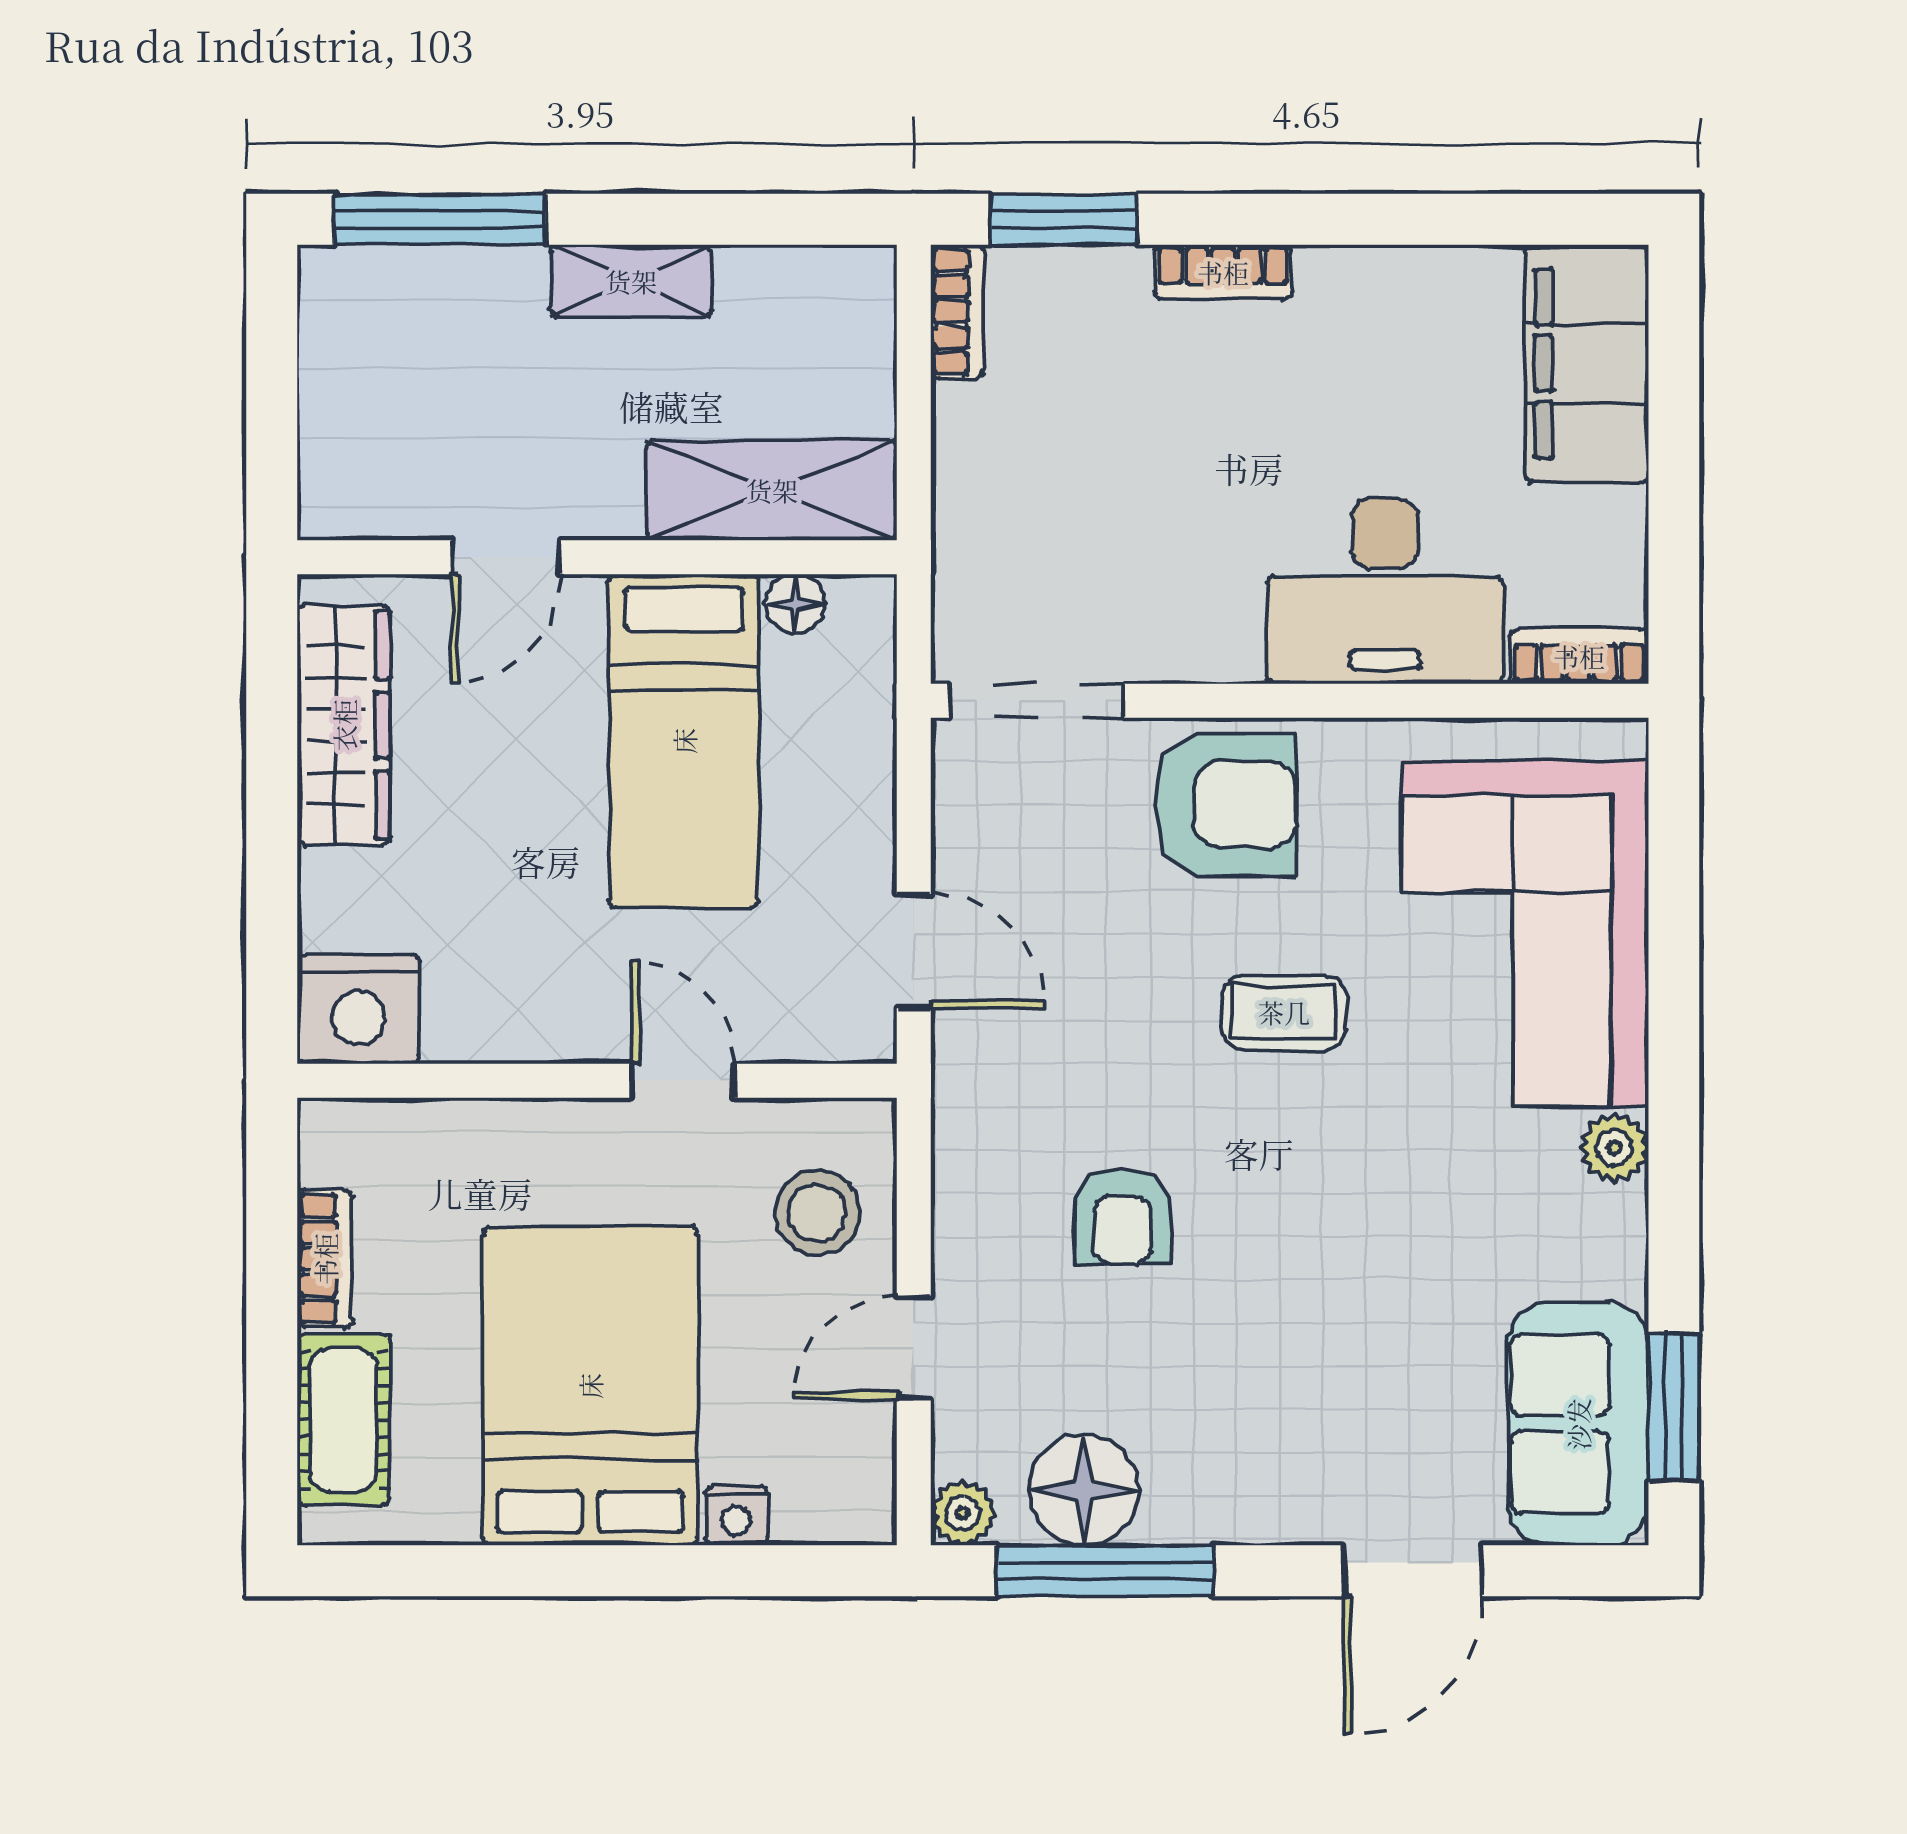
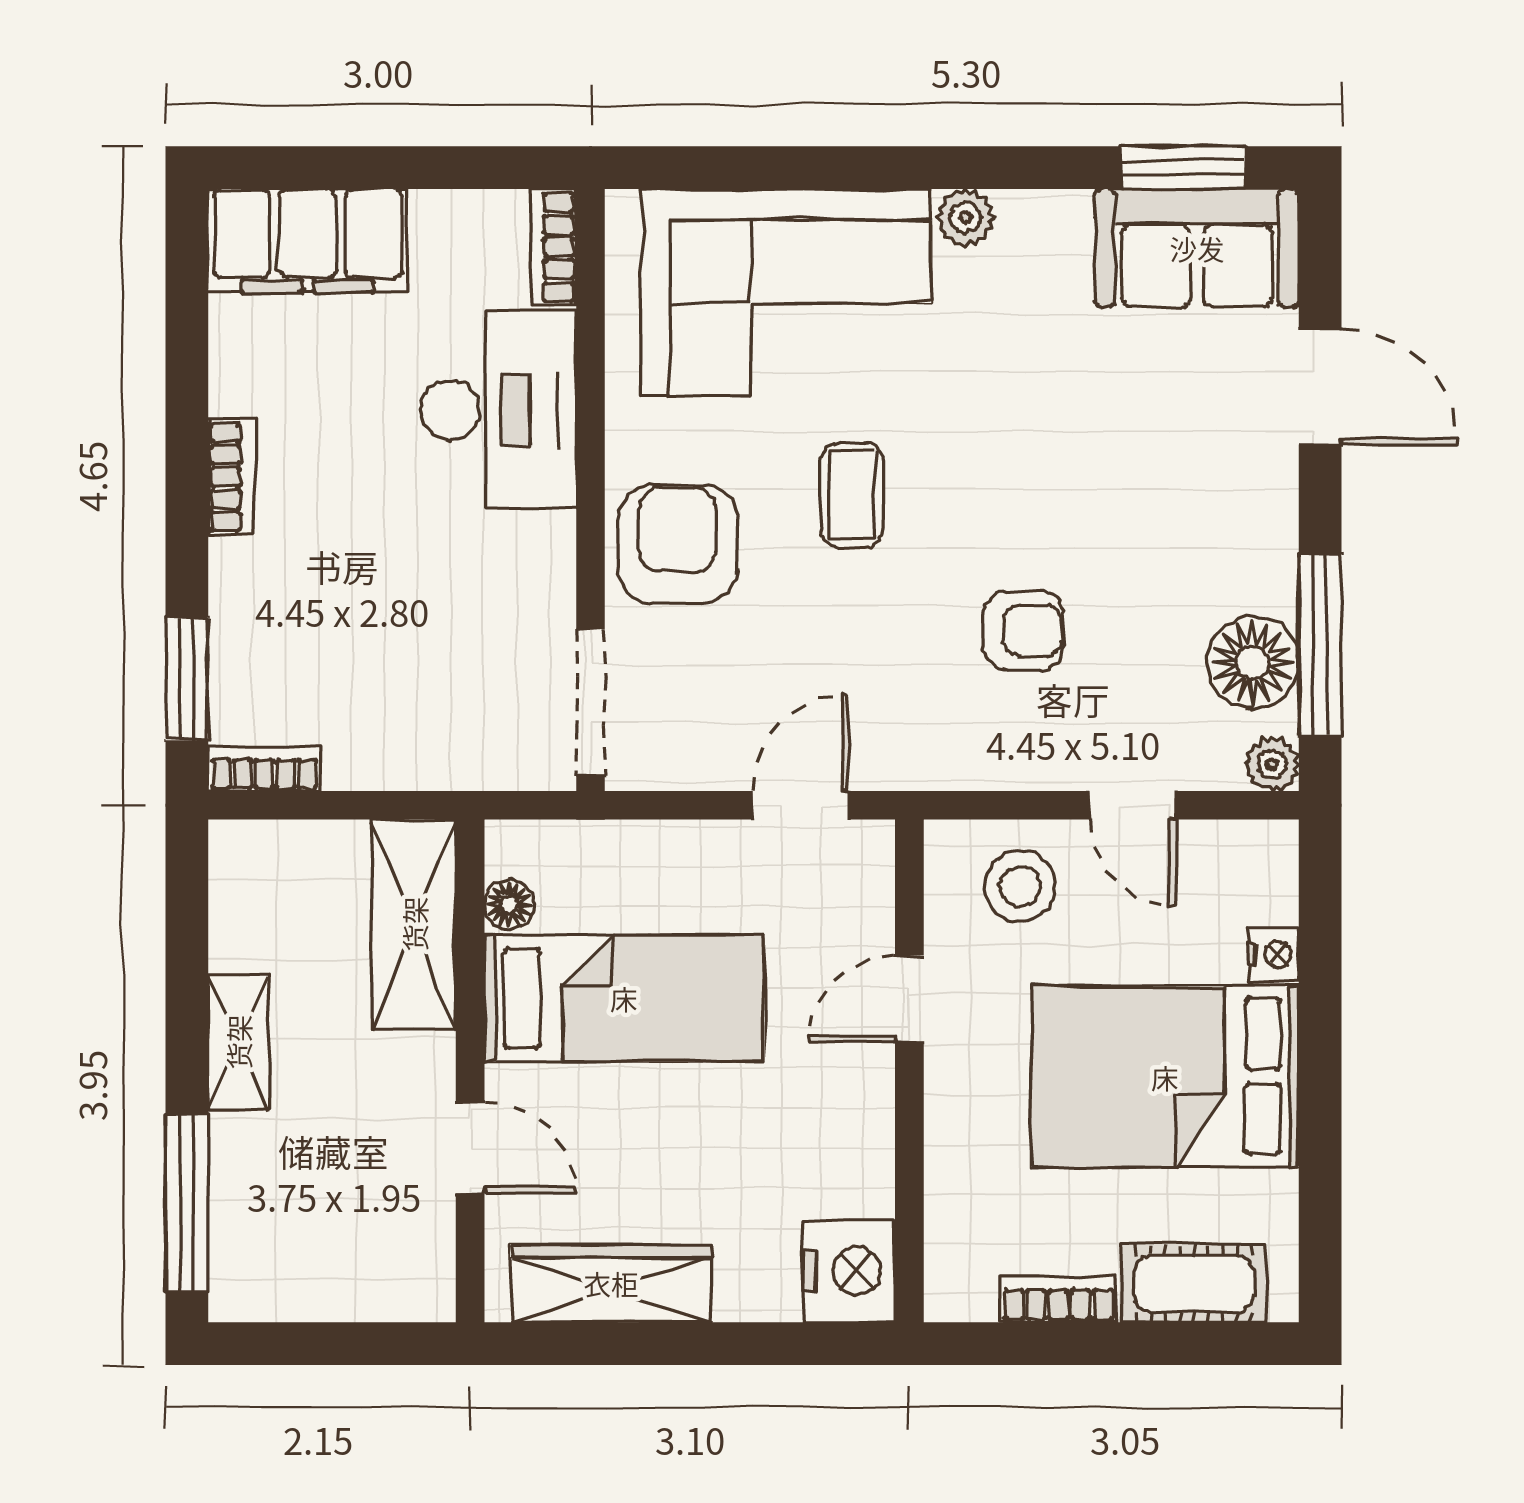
bookcase: (1223, 272) -> (231, 477), moved

